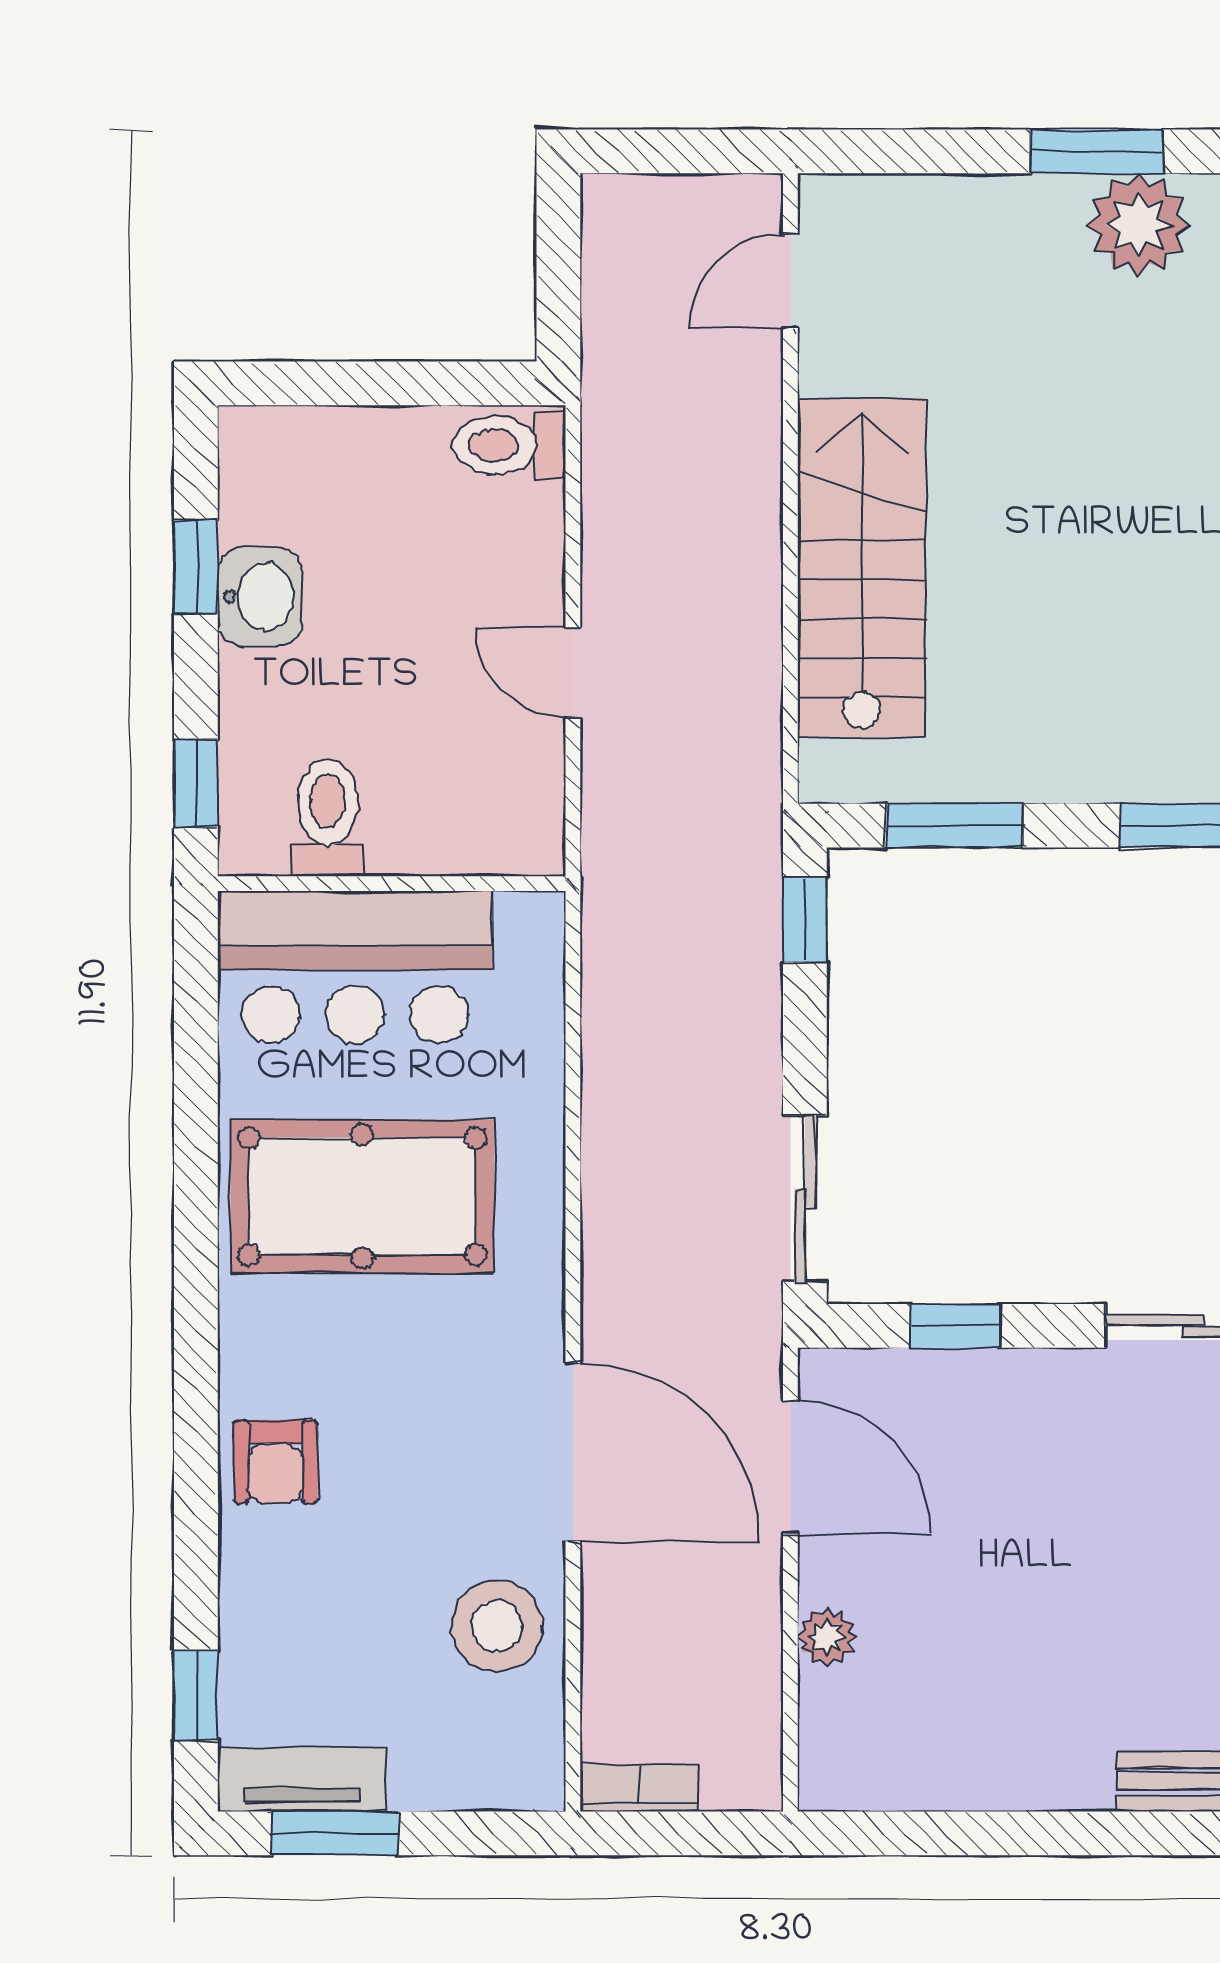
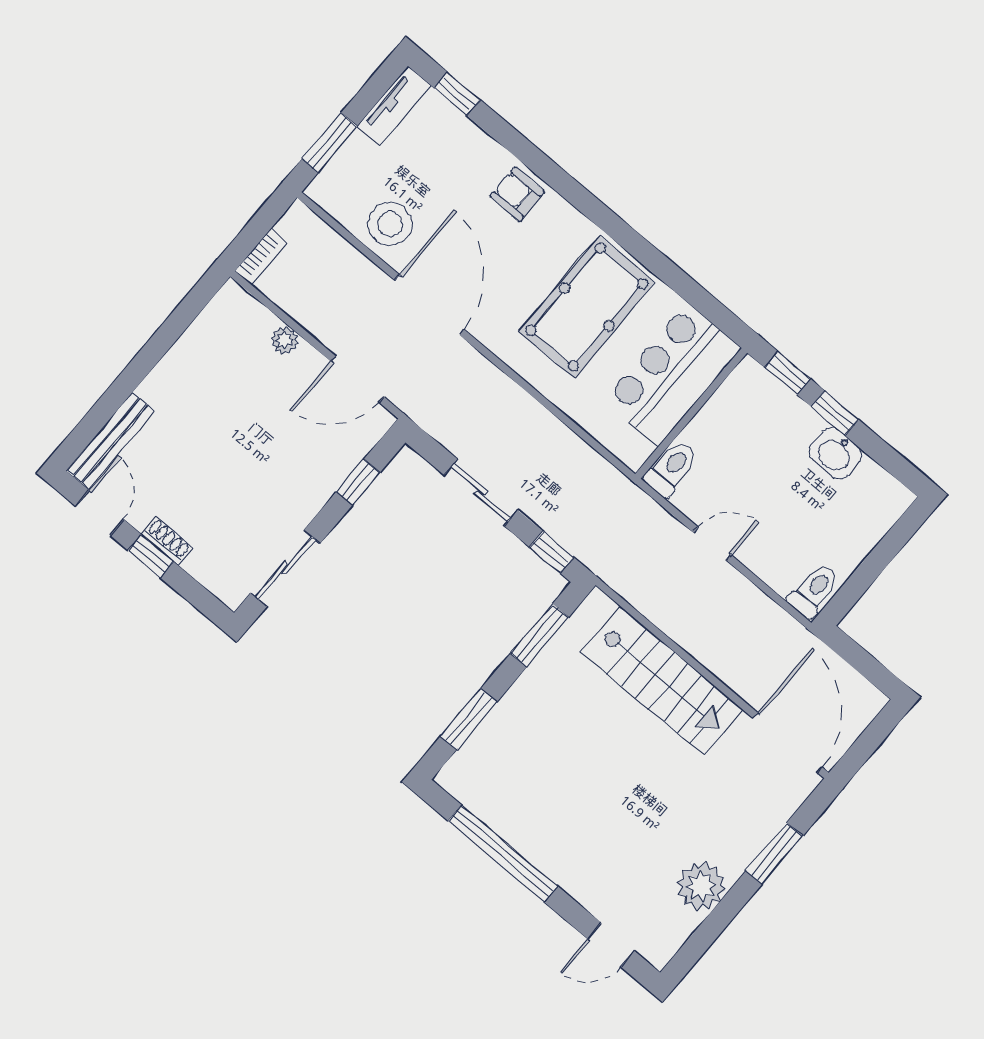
window: (1096, 151) -> (774, 854), moved
door: (790, 281) -> (788, 743), width x1.87
window: (196, 567) -> (835, 413), moved
toilet: (328, 818) -> (671, 468), moved, turned -90
sliding door: (805, 1199) -> (481, 492), moved
door: (573, 1452) -> (430, 305), swing flipped
bookcase: (639, 1788) -> (261, 257), moved
window: (335, 1833) -> (330, 143), moved

